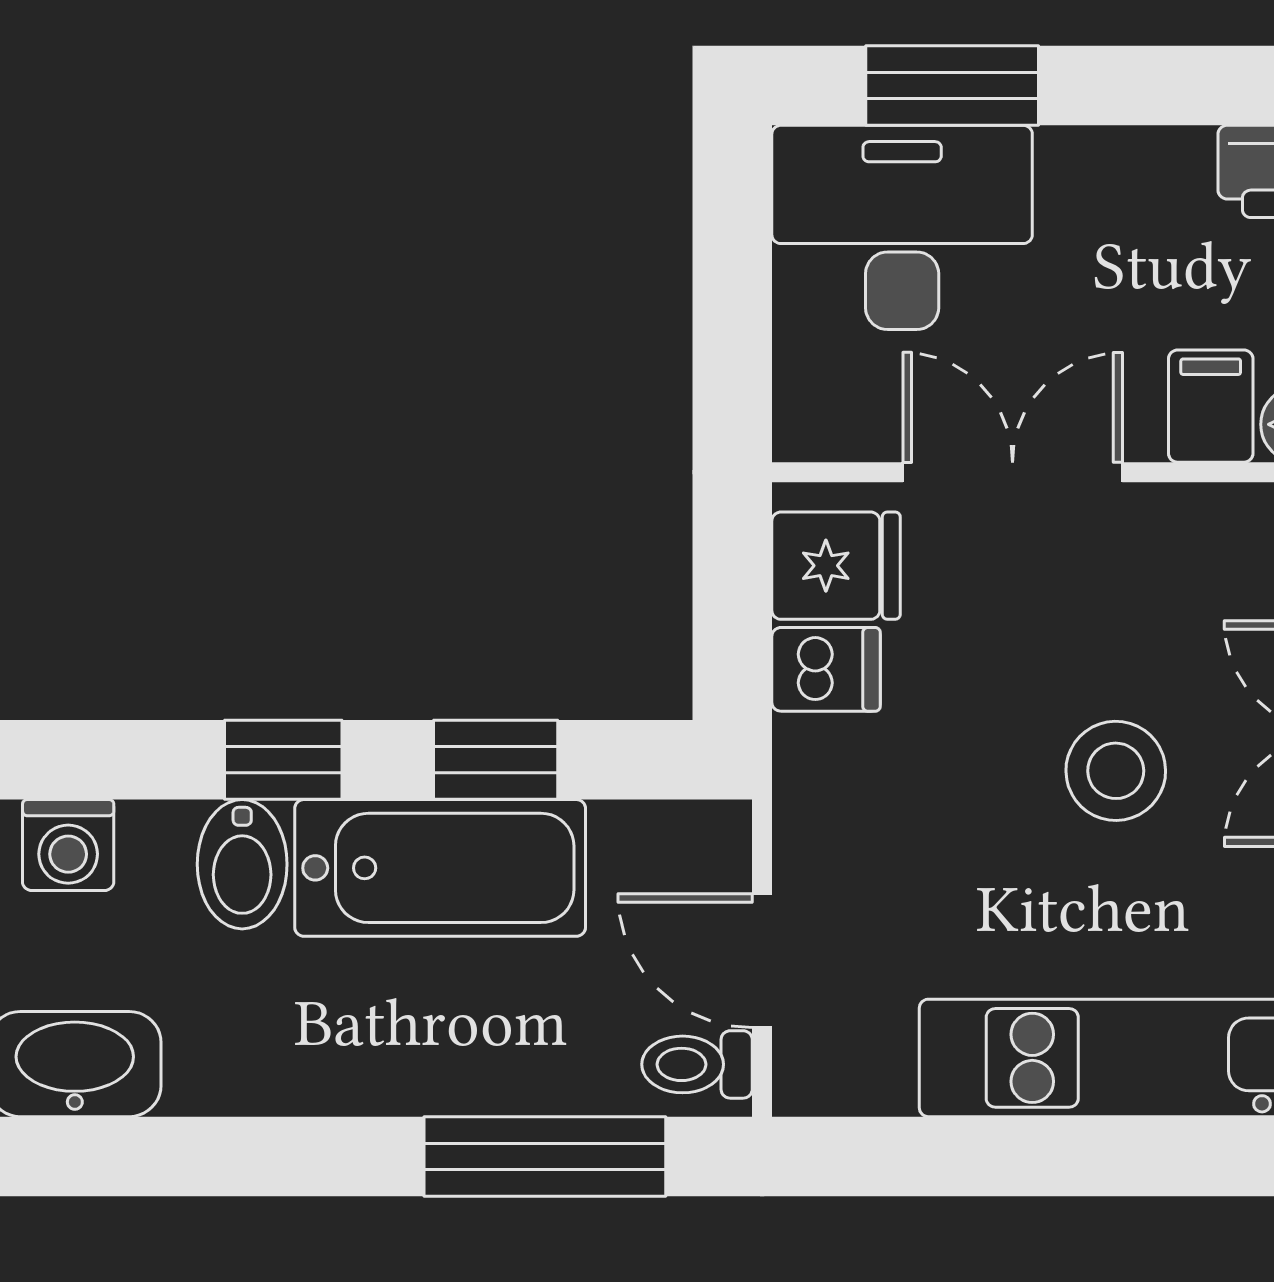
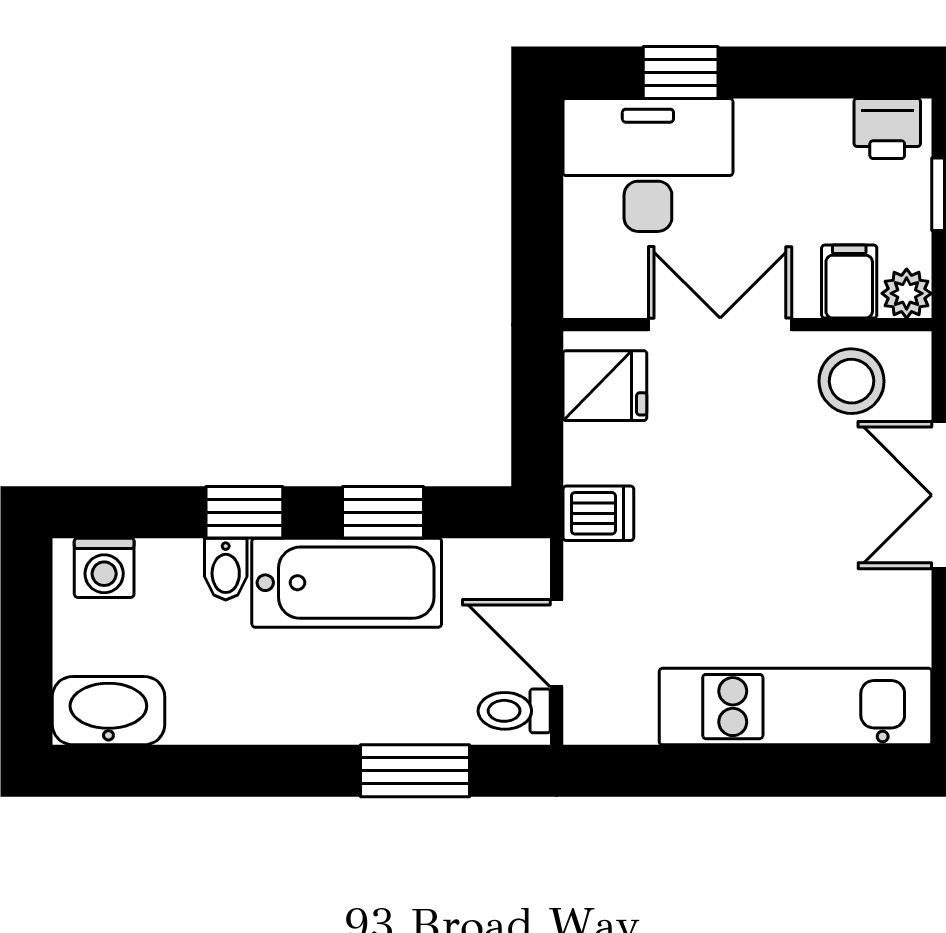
window: (952, 85) -> (681, 72), width x0.67
dishwasher: (826, 669) -> (598, 513), moved
stool: (1116, 771) -> (852, 381), moved
bidet: (242, 864) -> (226, 569), width x0.72, depth x0.74
window: (545, 1156) -> (415, 771), width x0.69

